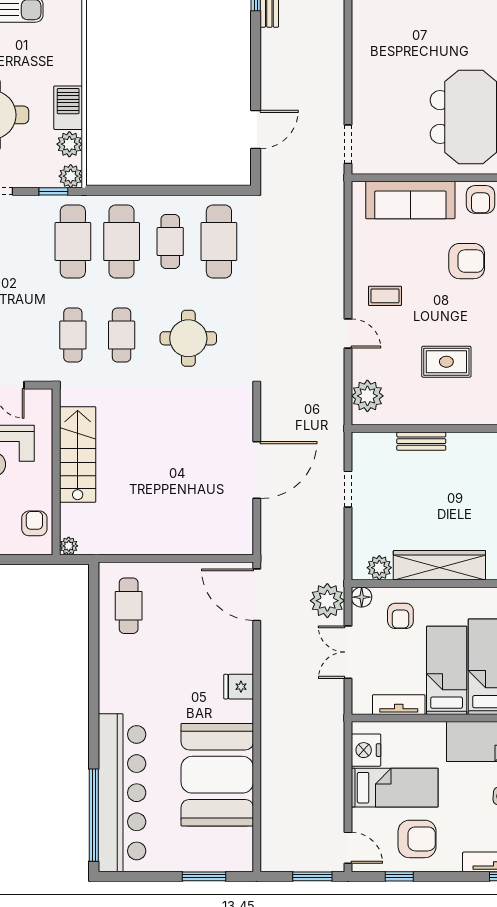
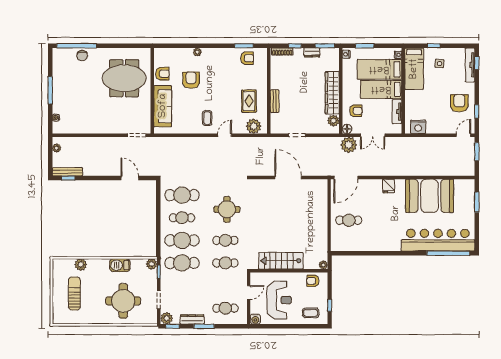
plant: (69, 144) -> (81, 265), moved
rug: (446, 362) -> (249, 101), moved
cafe table: (129, 606) -> (349, 220), moved
bed: (395, 788) -> (436, 114), removed

